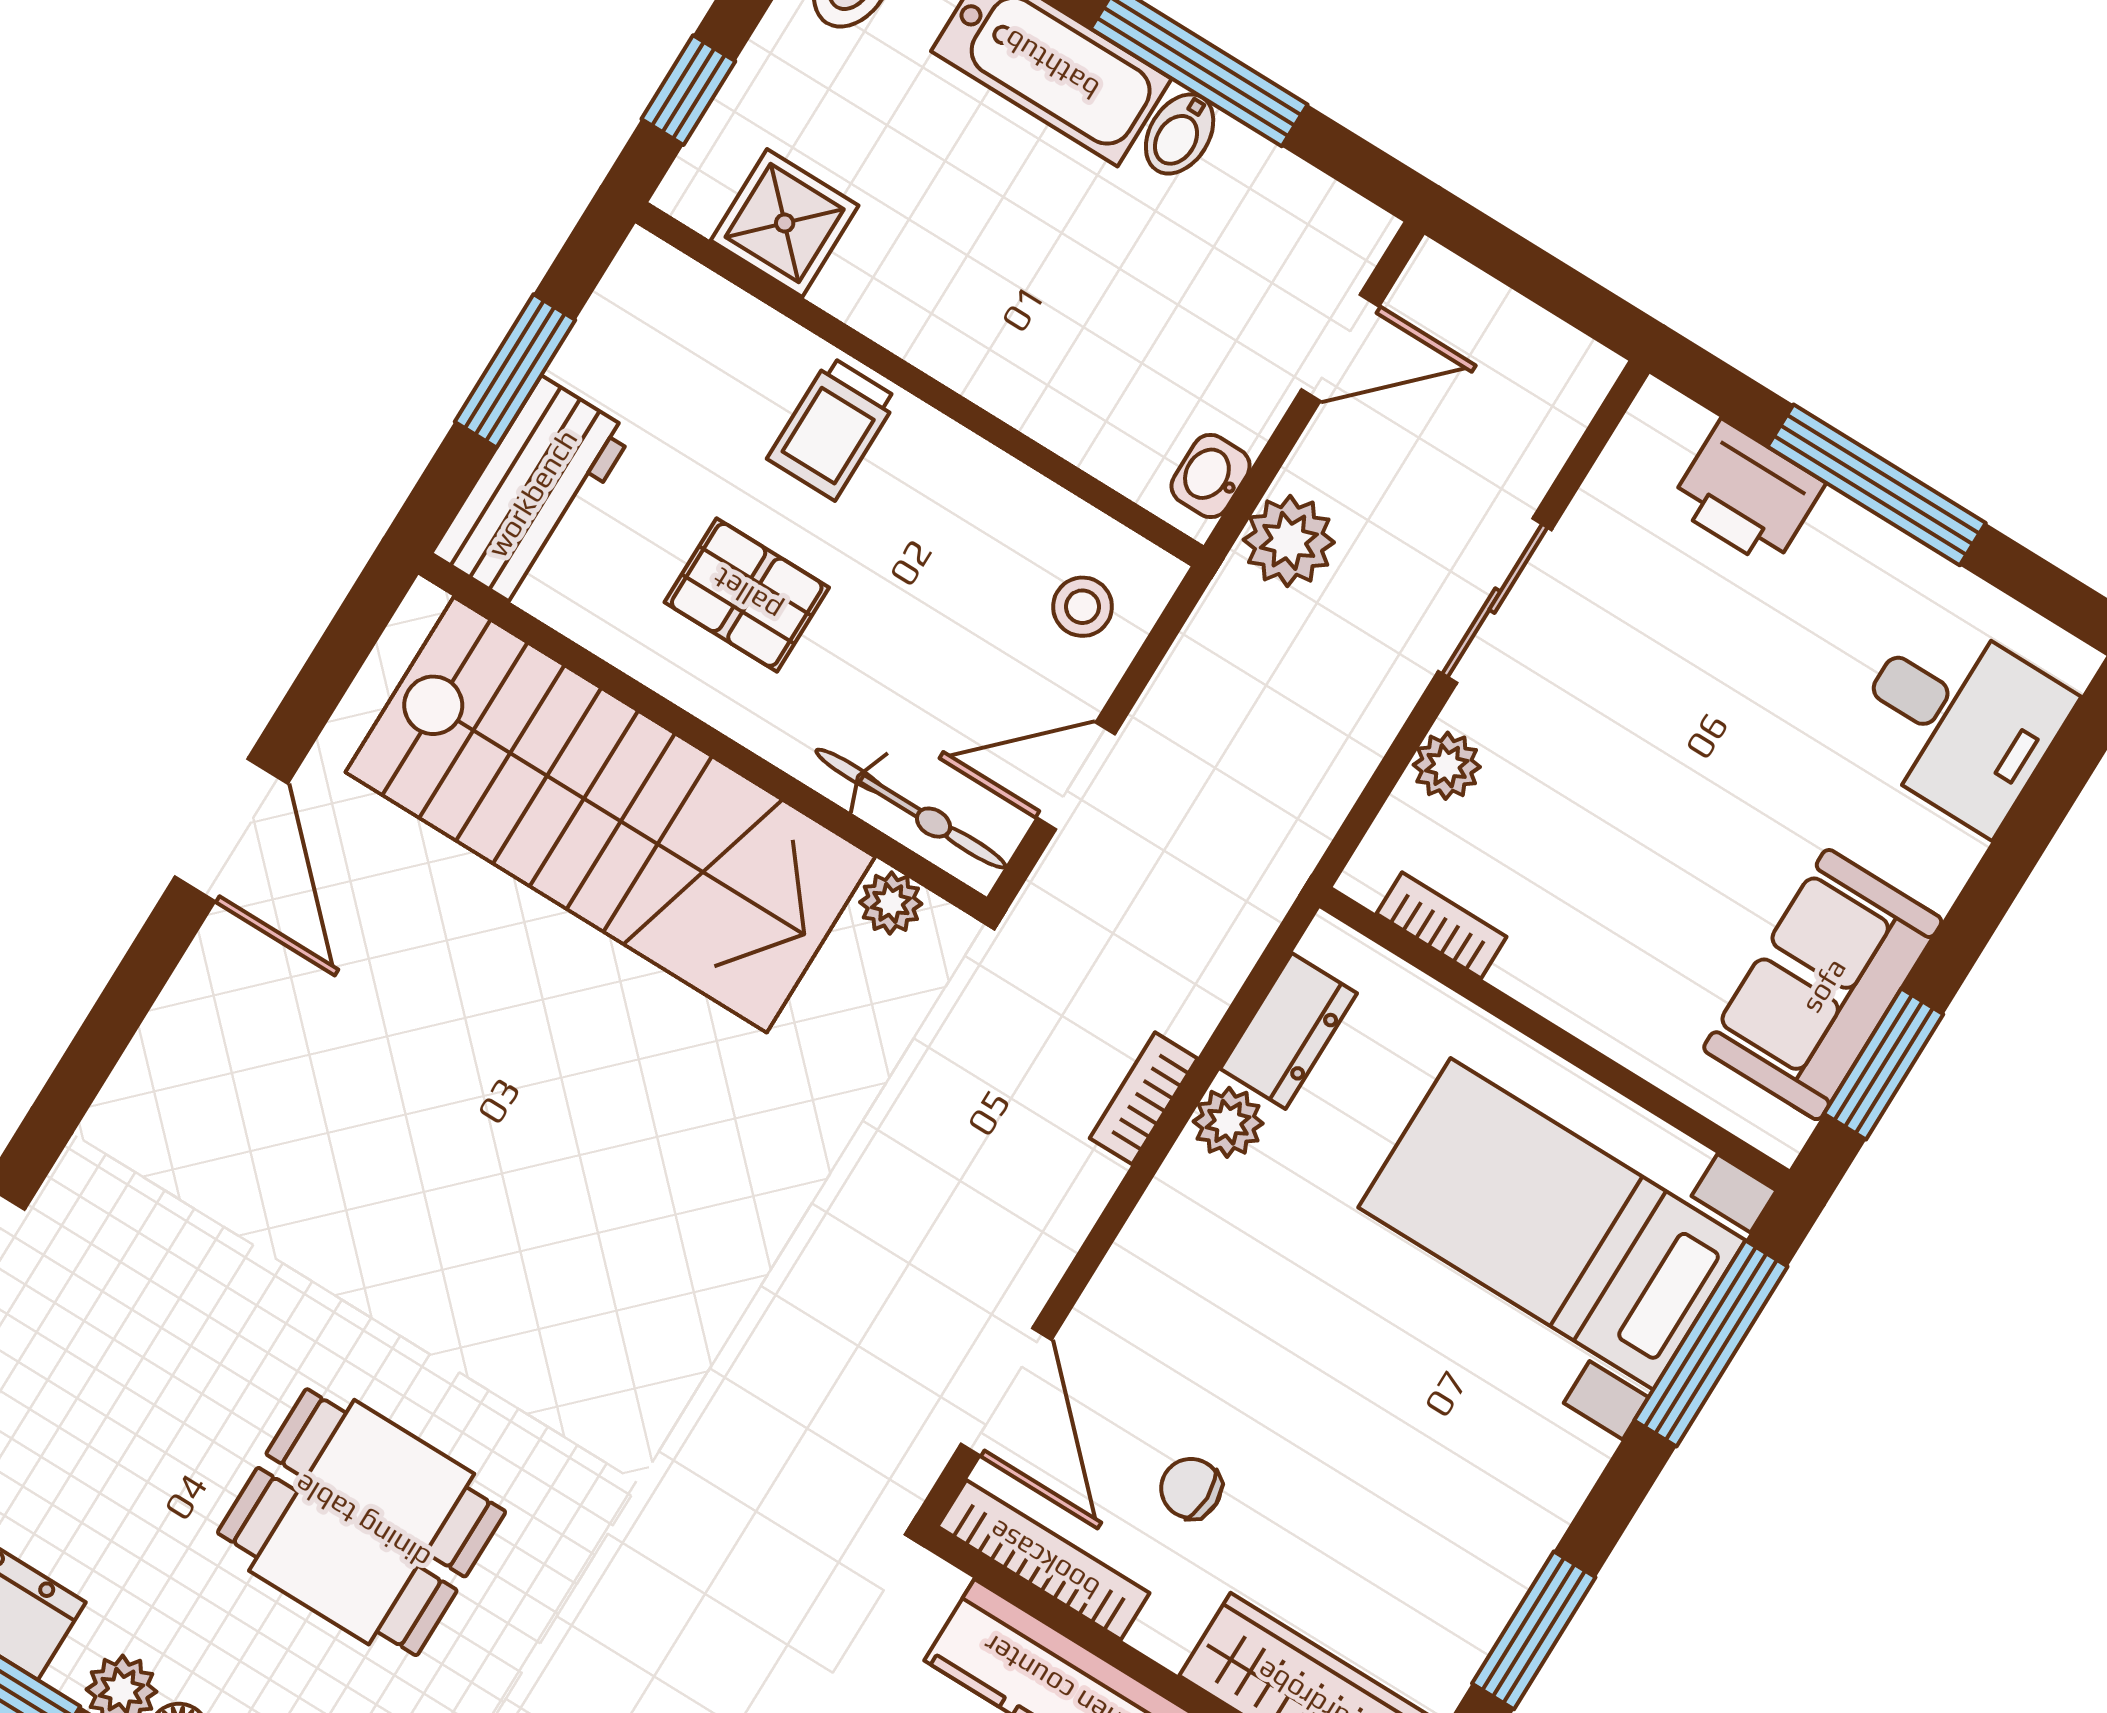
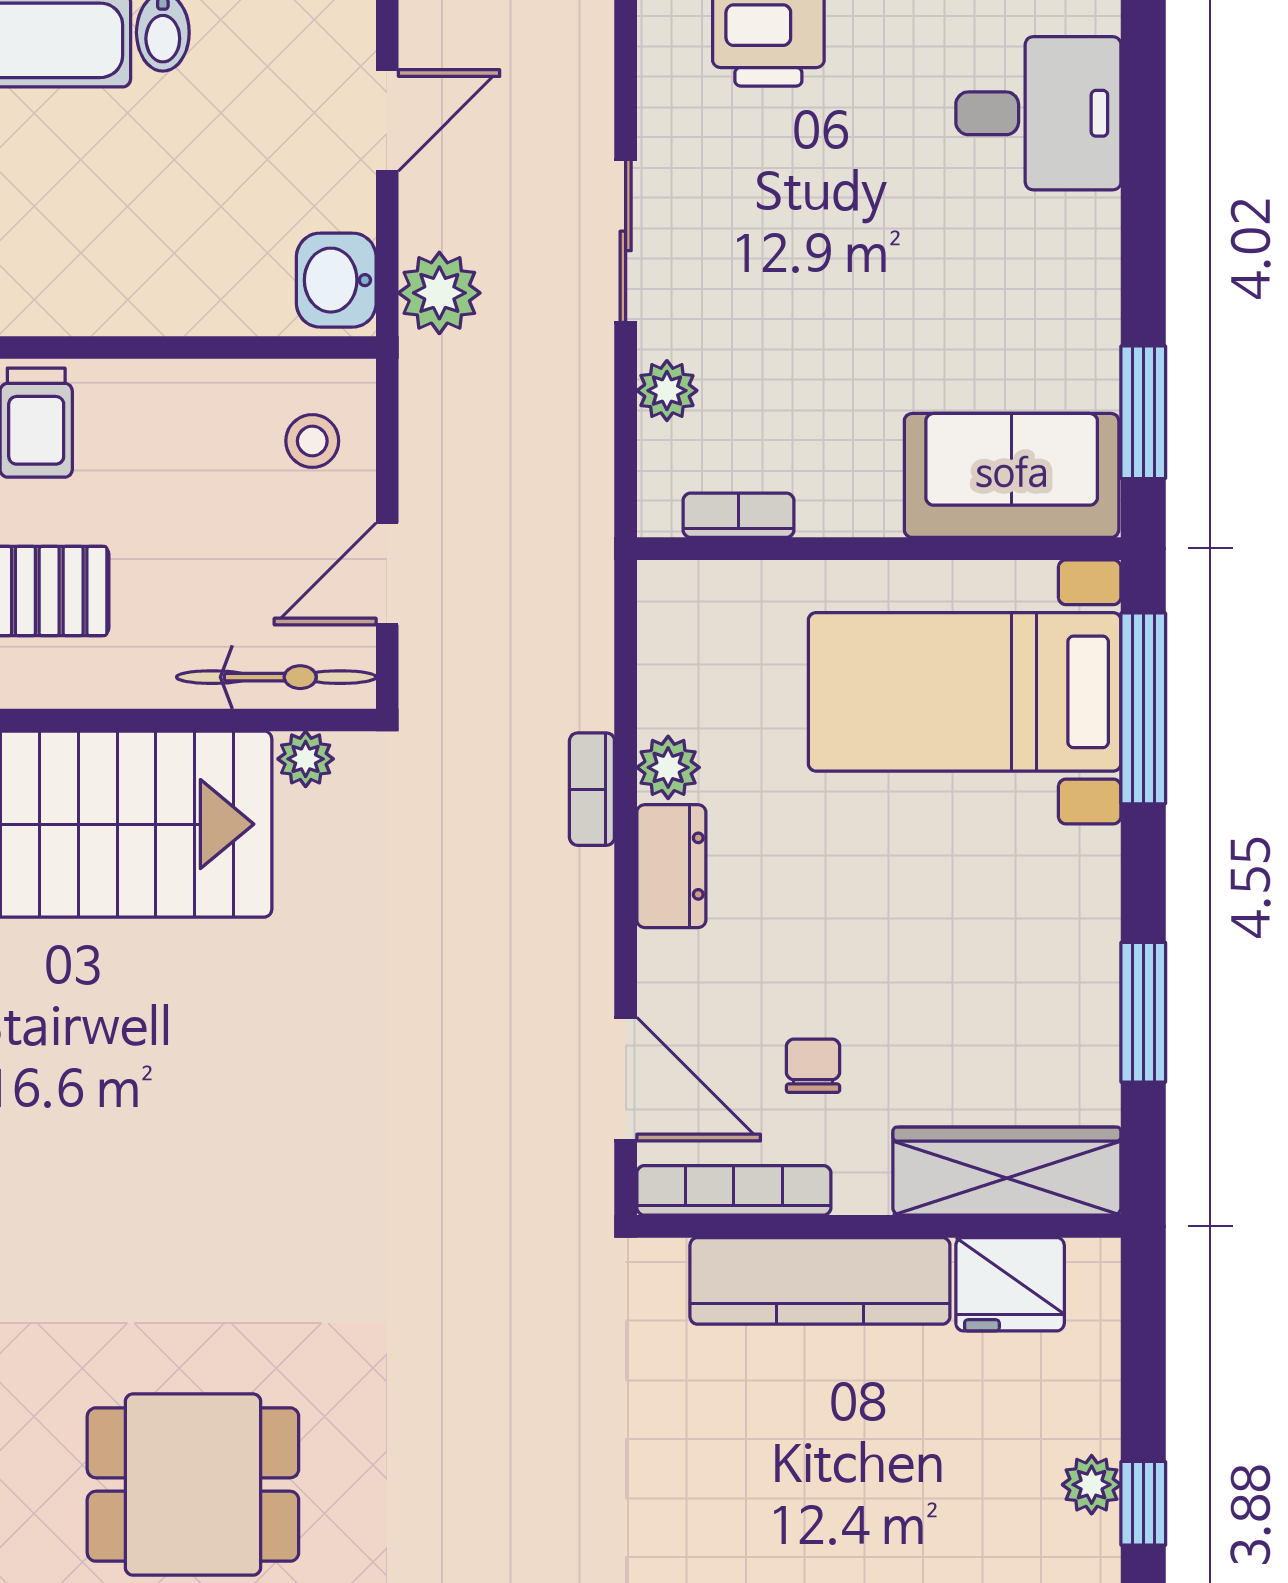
washbasin: (1211, 476) -> (336, 280), width x1.38, depth x1.45
sofa: (1823, 985) -> (1012, 475), moved, turned 90
dresser: (1289, 1031) -> (671, 866), moved
chair: (1191, 1488) -> (813, 1066), turned 90

